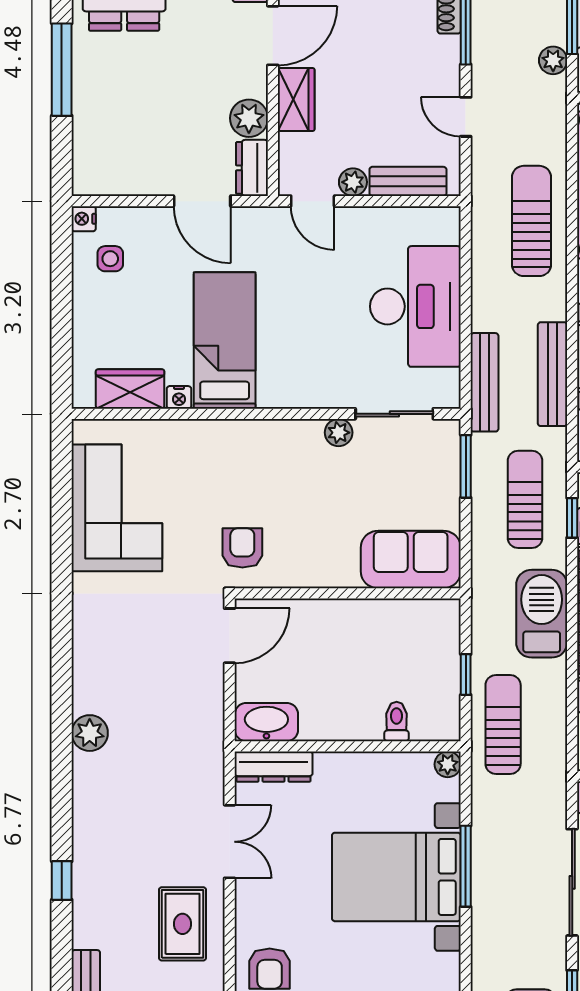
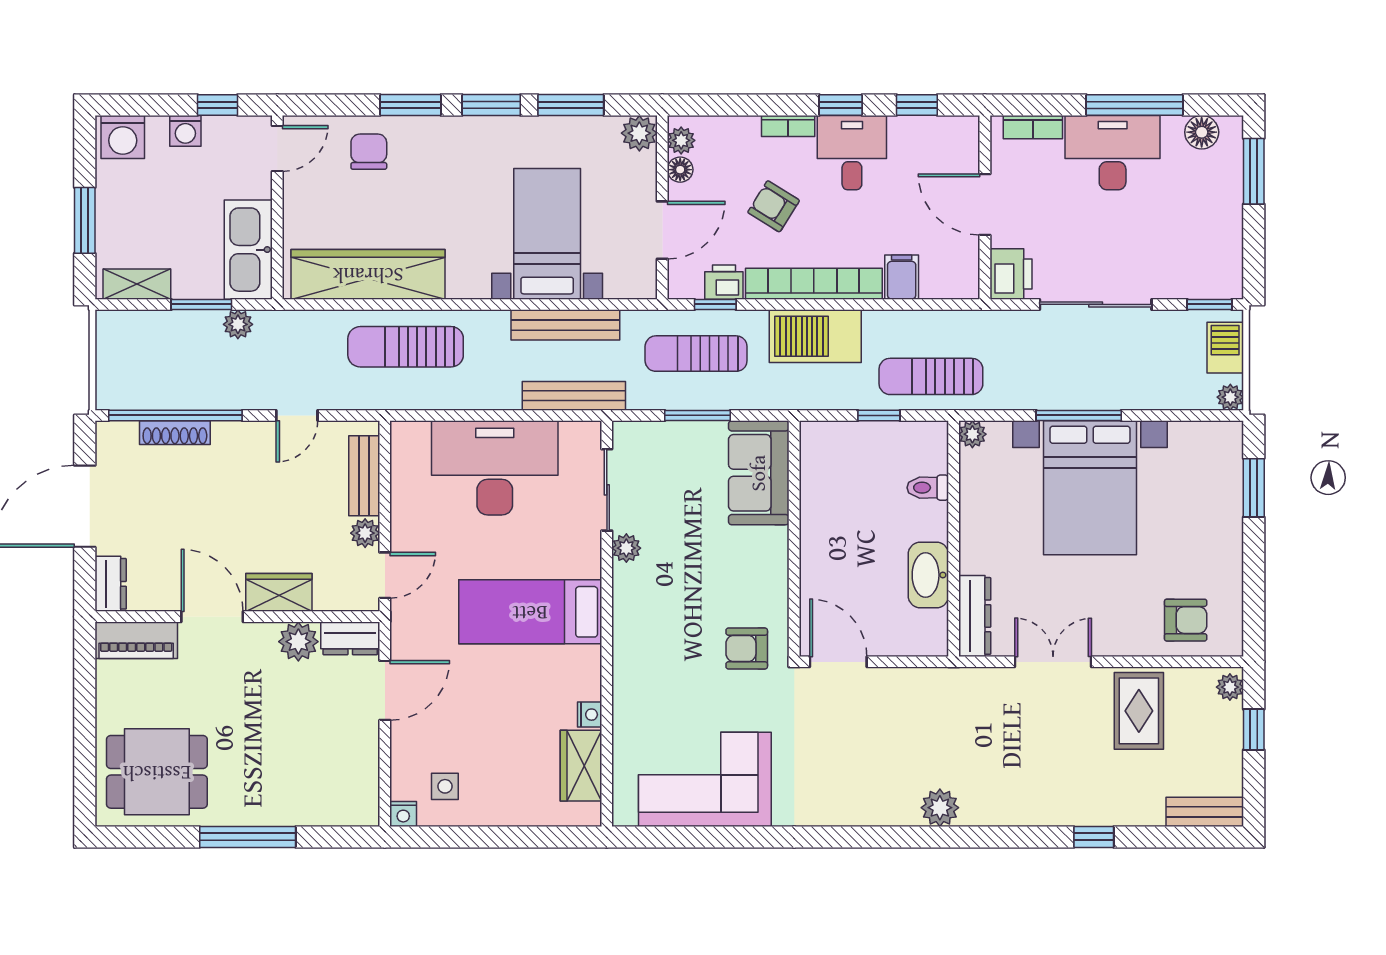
bed: (225, 340) -> (530, 612), moved
window: (466, 466) -> (697, 415), moved
washbasin: (266, 722) -> (928, 575), moved
rug: (182, 924) -> (1139, 711), turned 90

